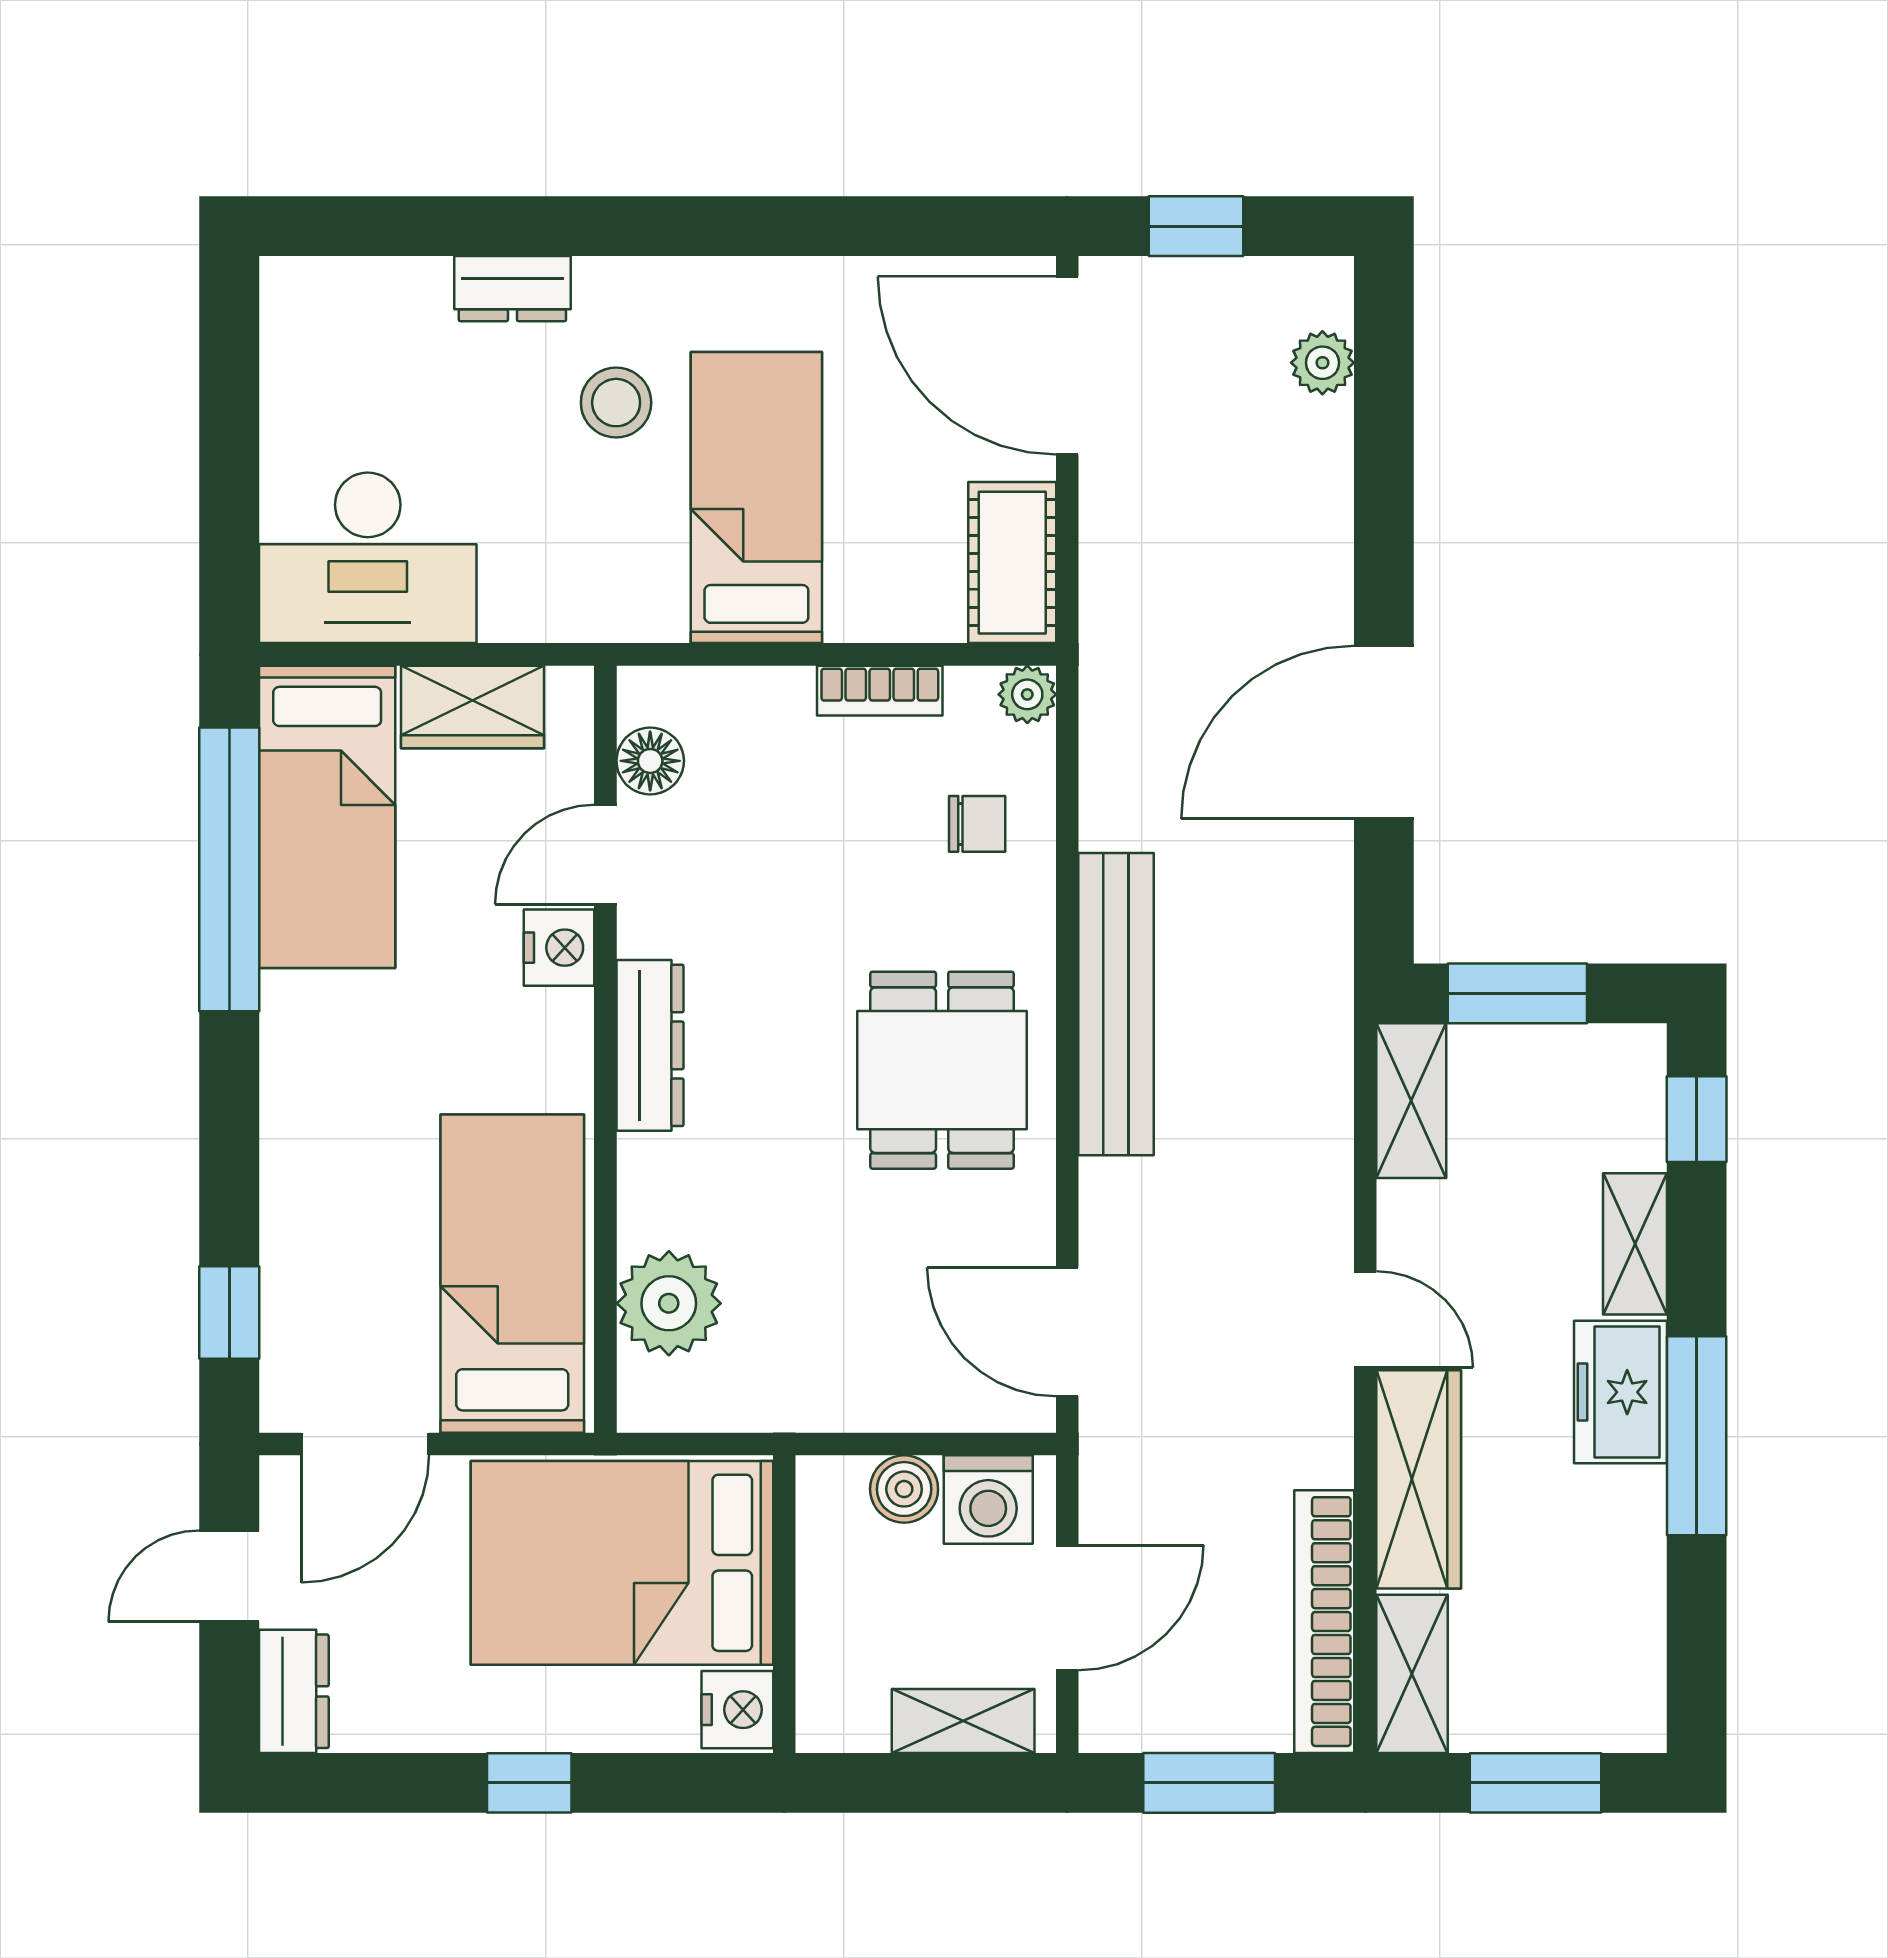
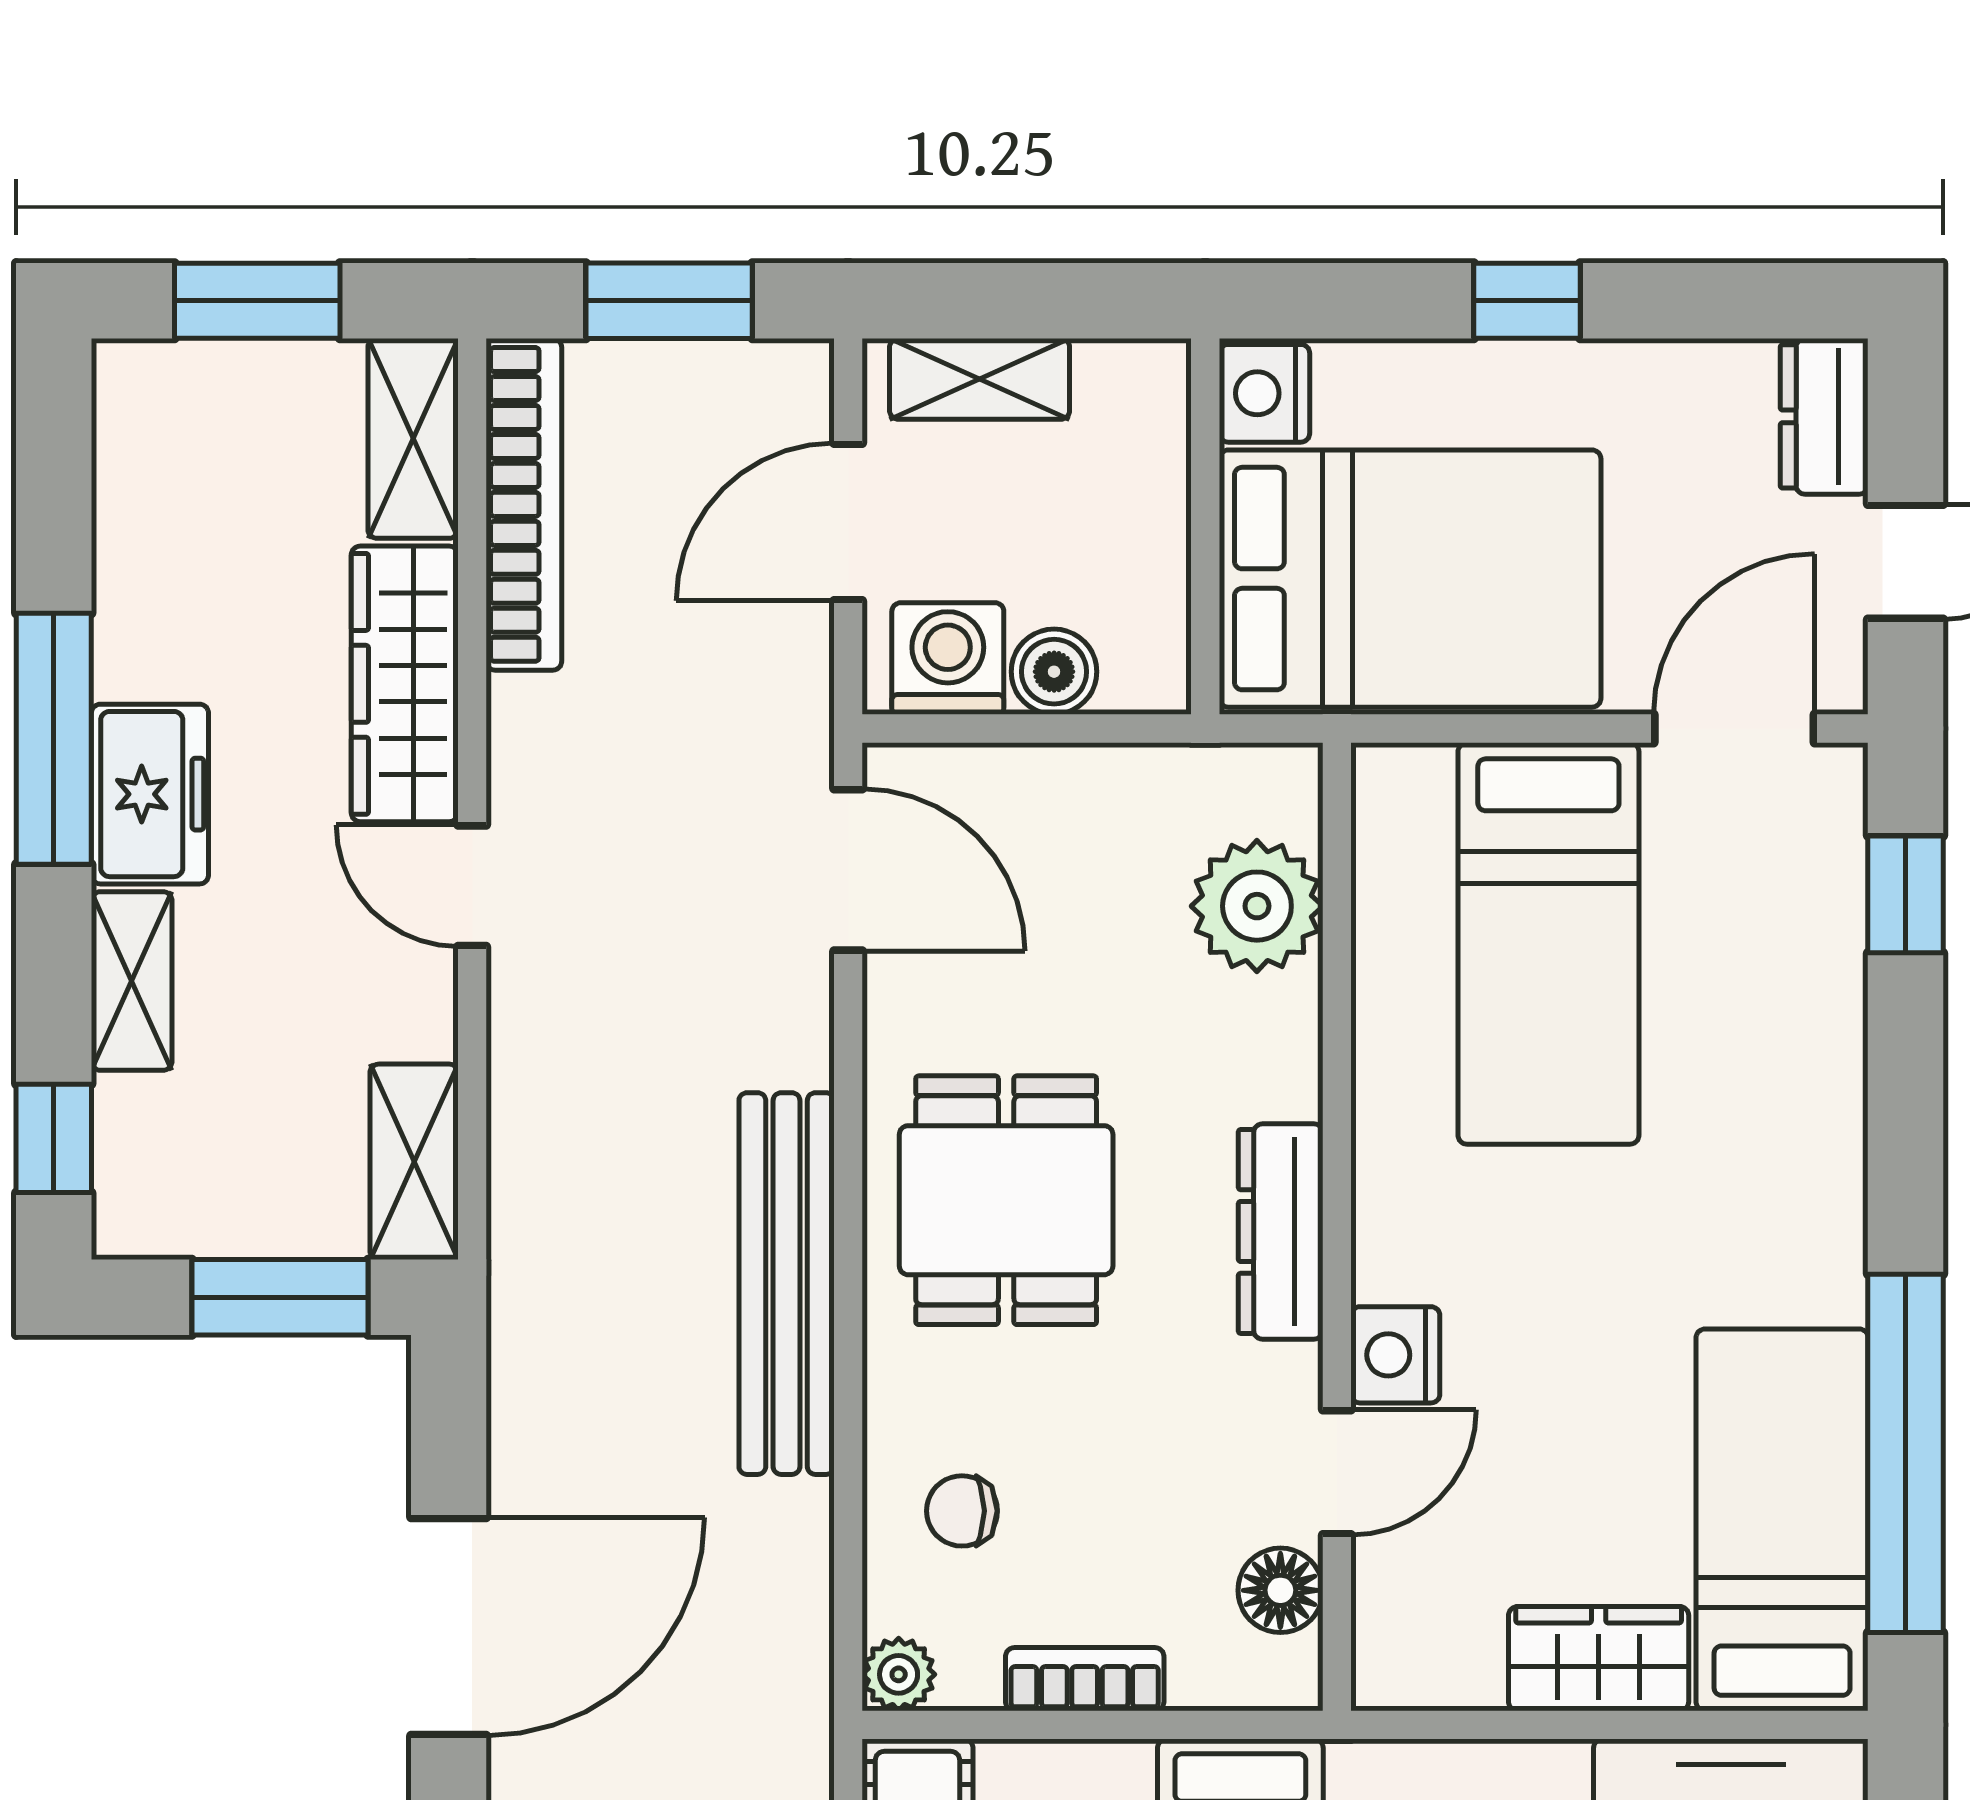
floor lamp: (650, 761) -> (1280, 1590), moved
door: (605, 855) -> (1337, 1472), moved
nightstand: (559, 948) -> (1395, 1355), moved
dresser: (650, 1045) -> (1281, 1231), moved
wall: (605, 1049) -> (1337, 1227), moved
plant: (669, 1303) -> (1257, 906), moved

